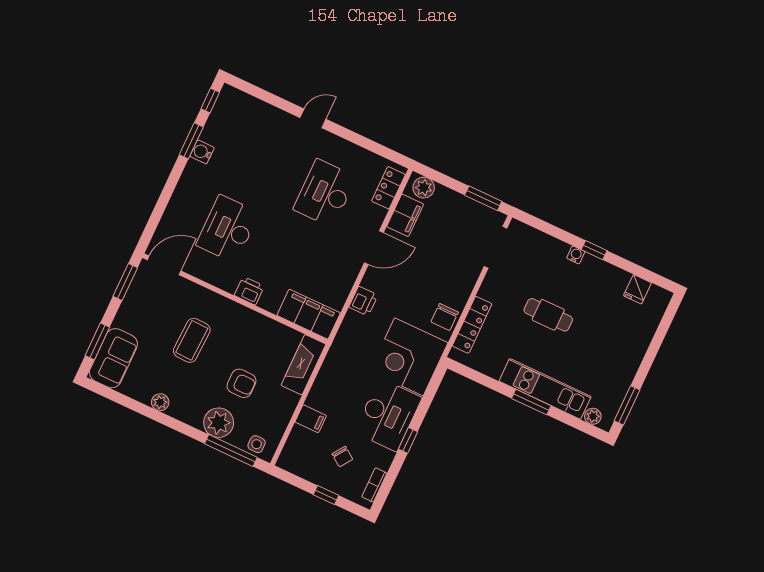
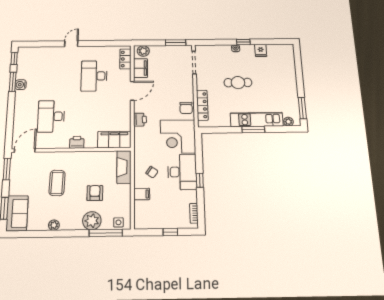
fridge: (637, 289) -> (261, 50), moved
armchair: (242, 383) -> (95, 193), turned -90
chair: (342, 457) -> (152, 172), moved

